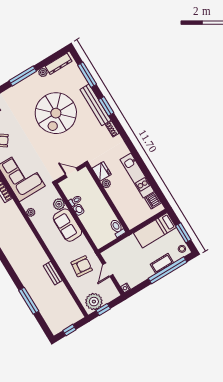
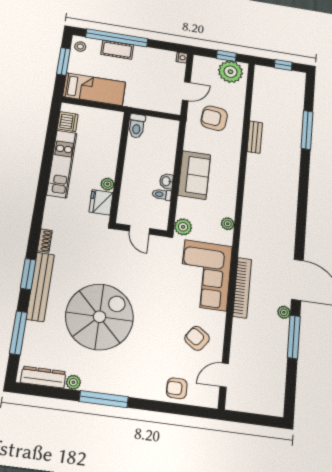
plant: (59, 204) -> (183, 227), moved

